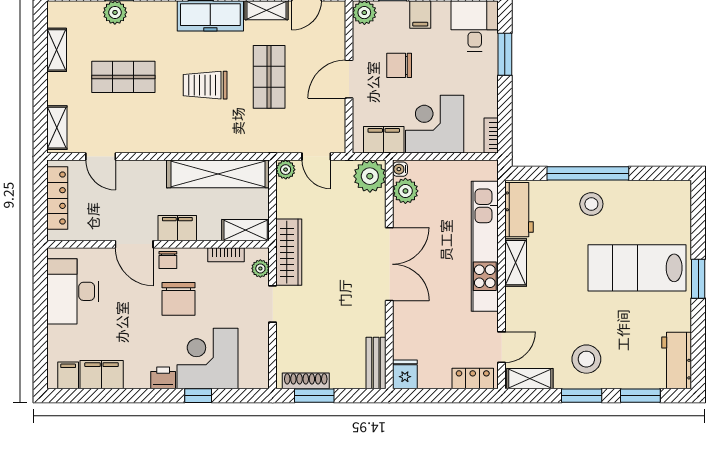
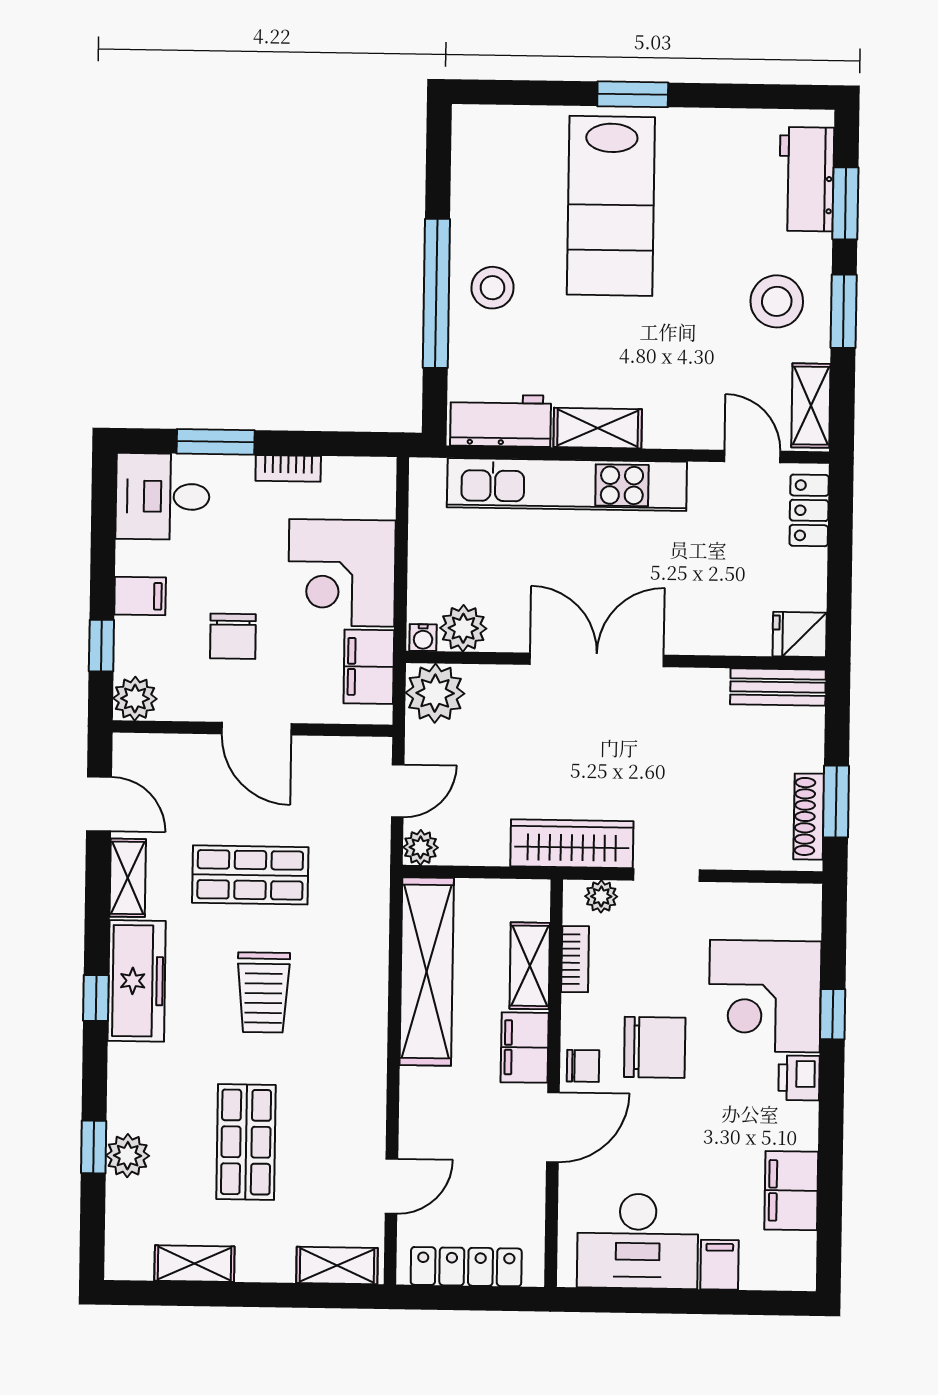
bookcase: (491, 136) -> (288, 468), moved
shelving: (246, 230) -> (530, 966), moved
workbench: (677, 361) -> (807, 179), moved, turned 90
filing cabinet: (68, 375) -> (720, 1265), moved, turned 90

